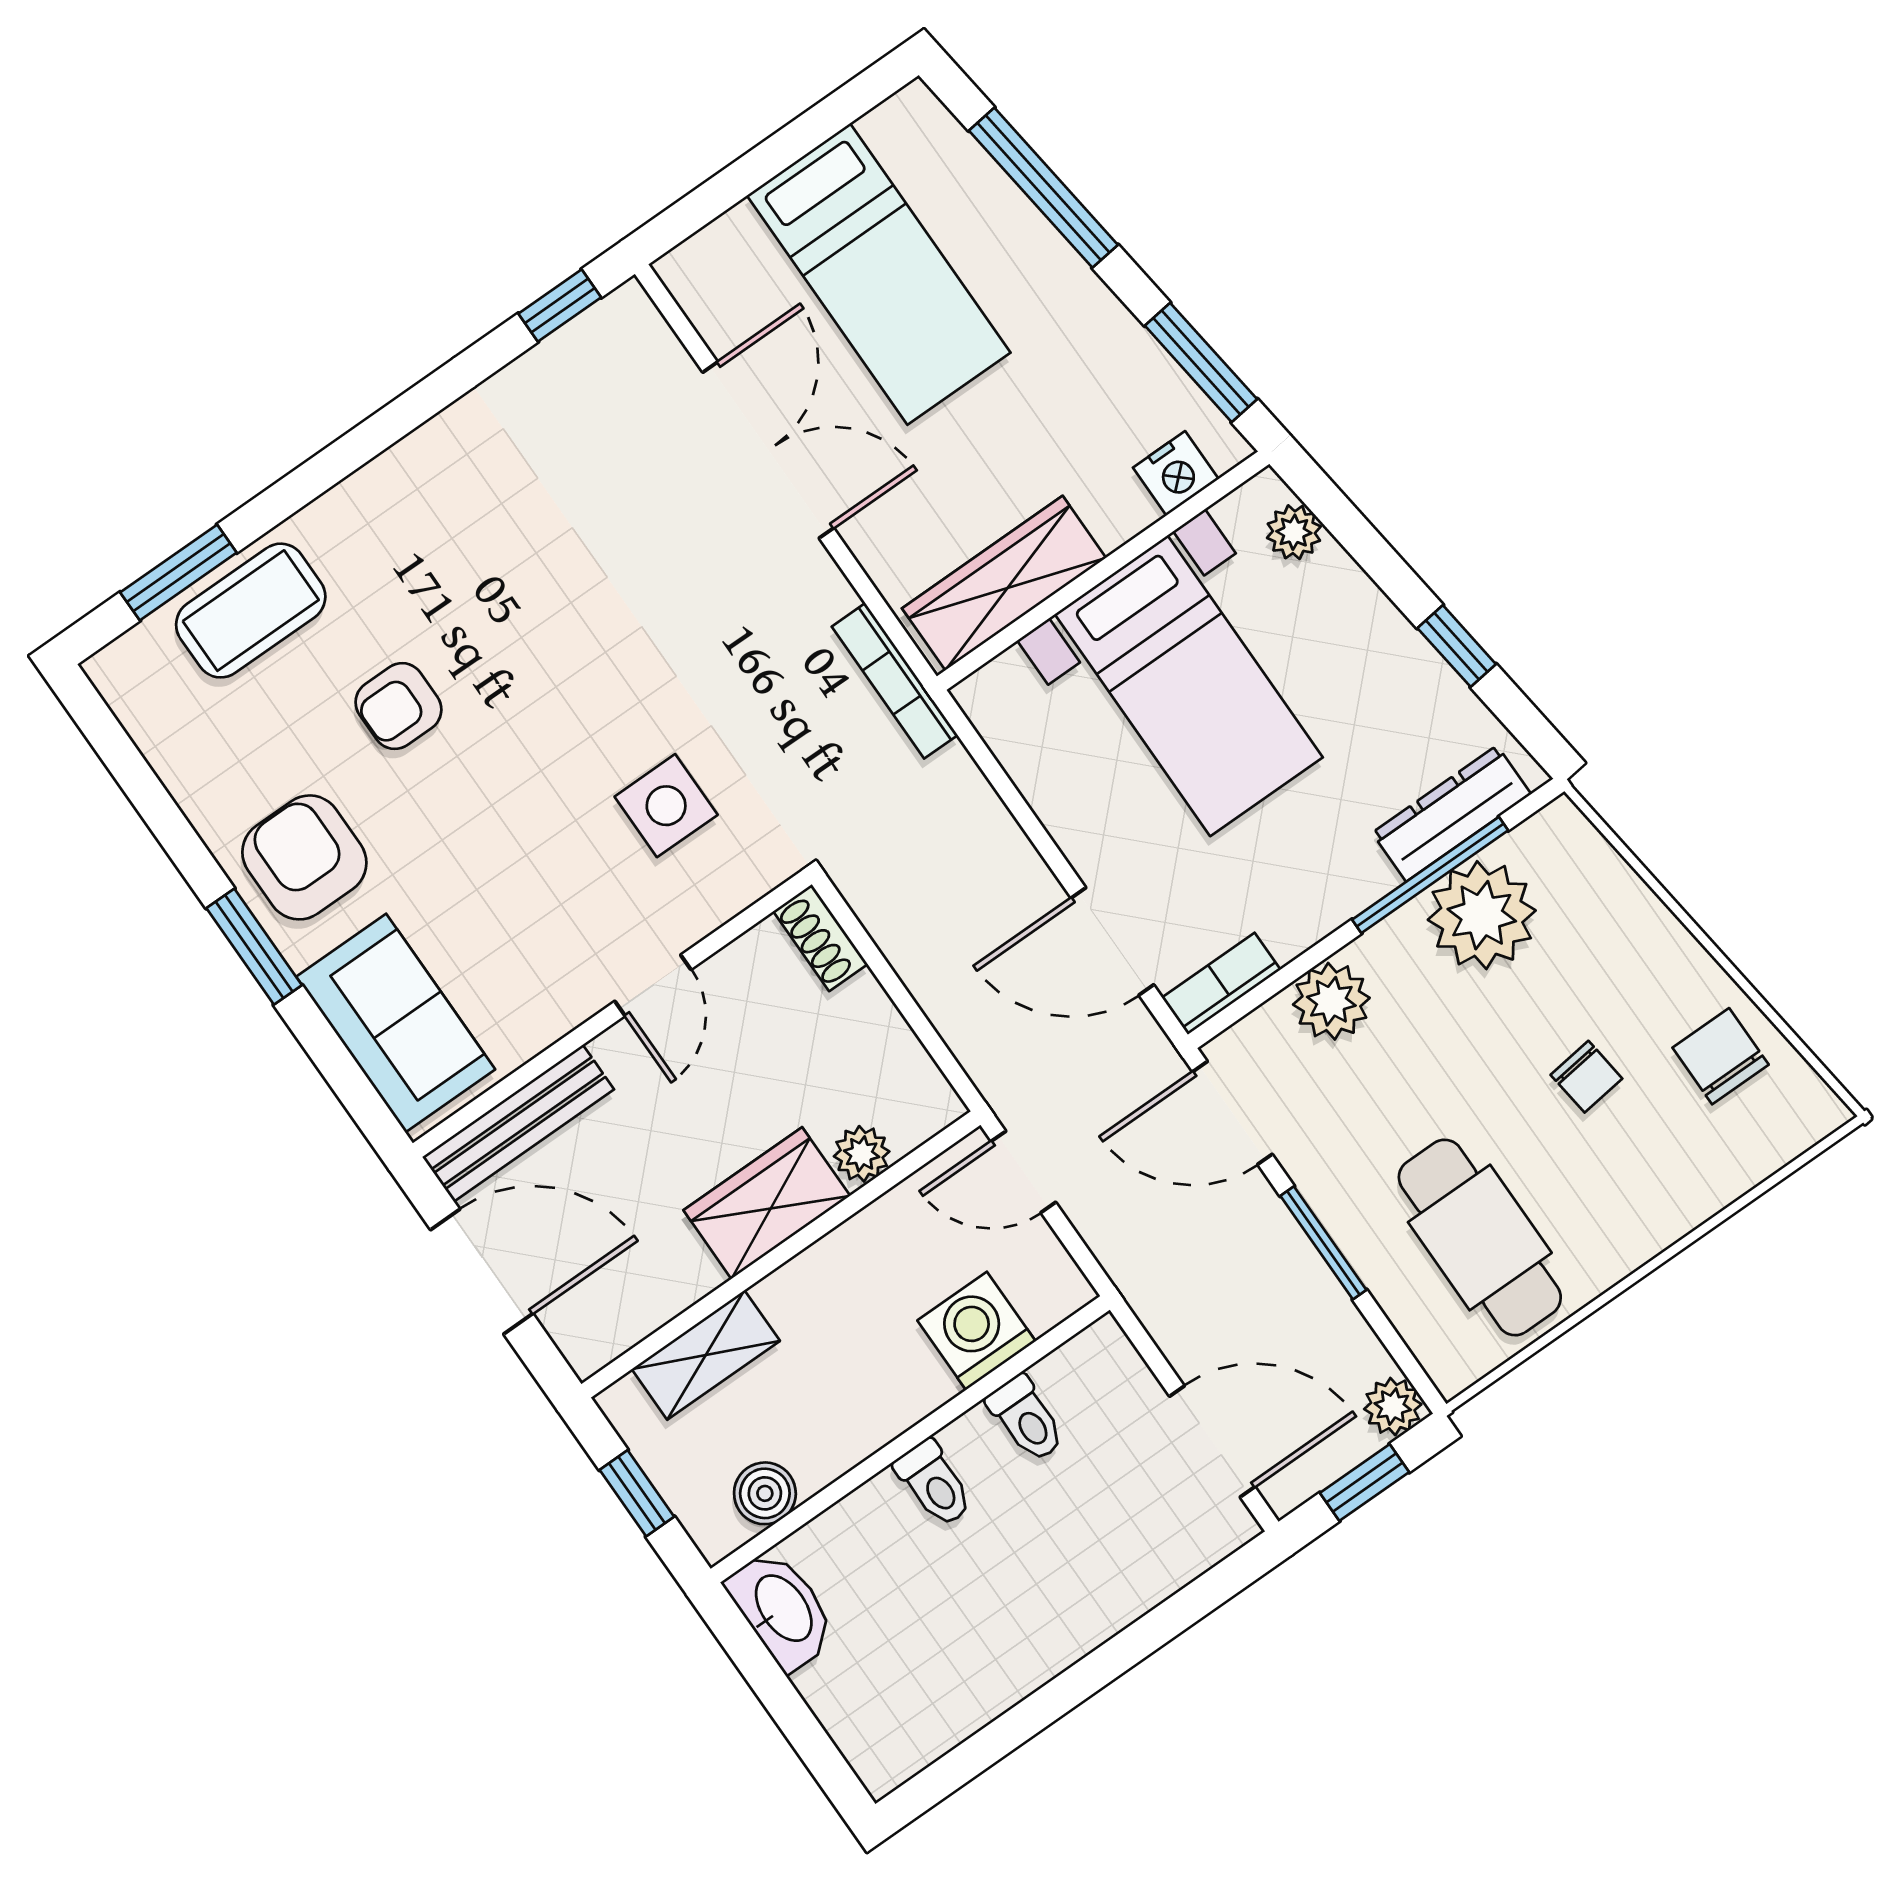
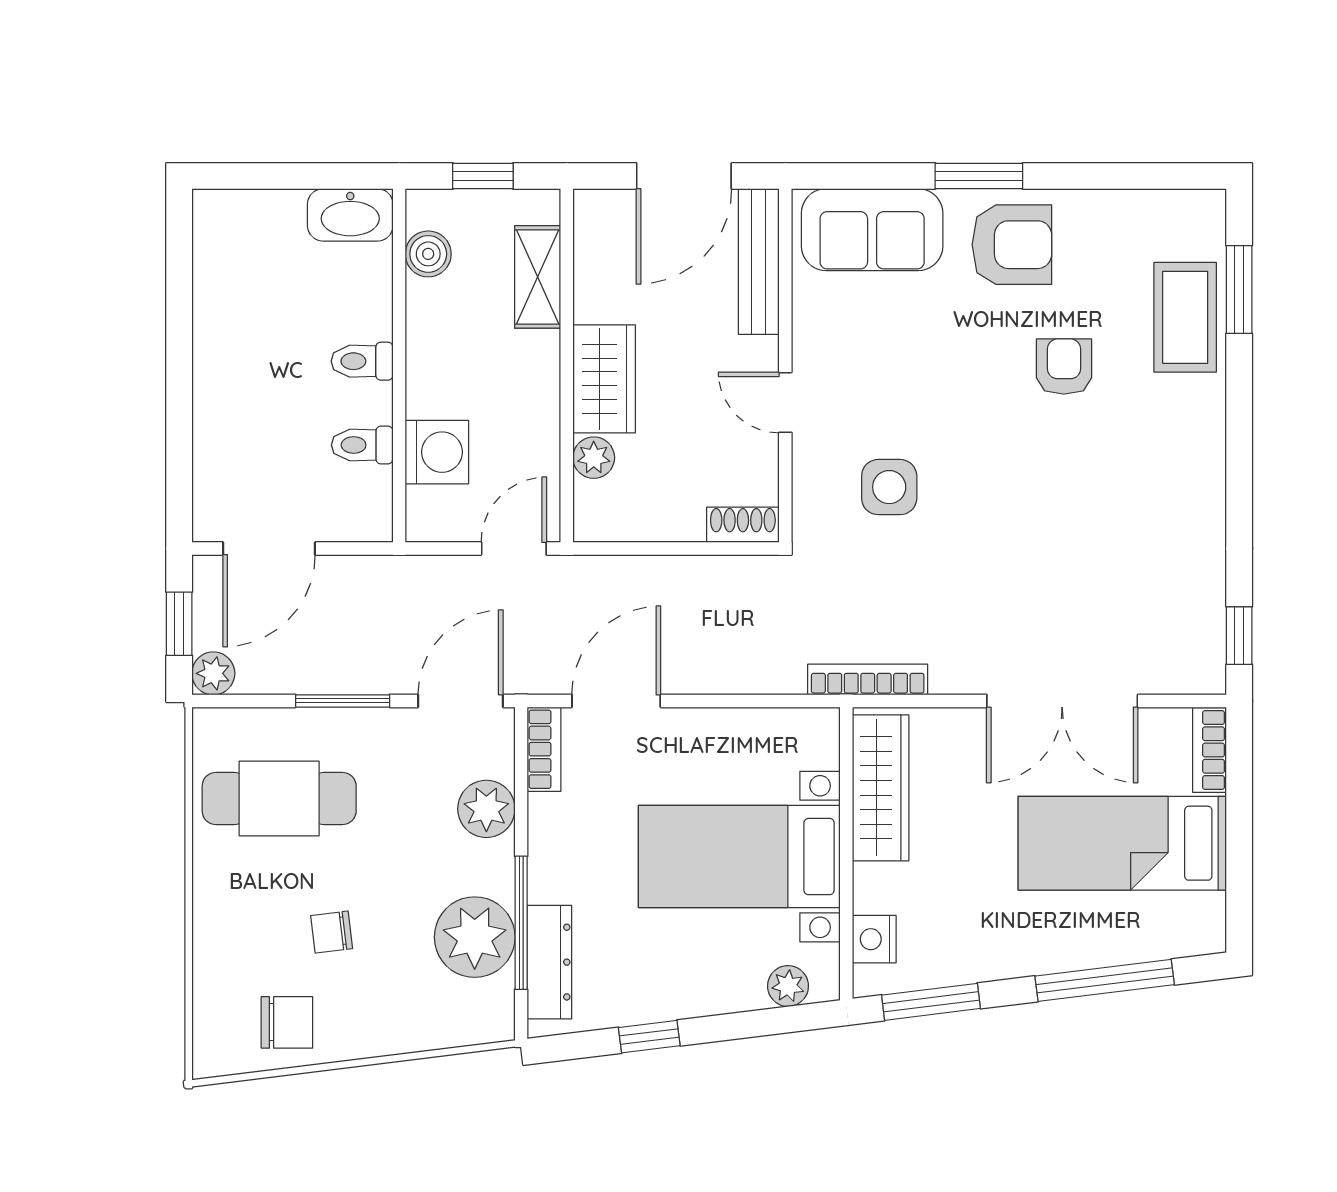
bookcase: (709, 250) -> (1209, 750), added

